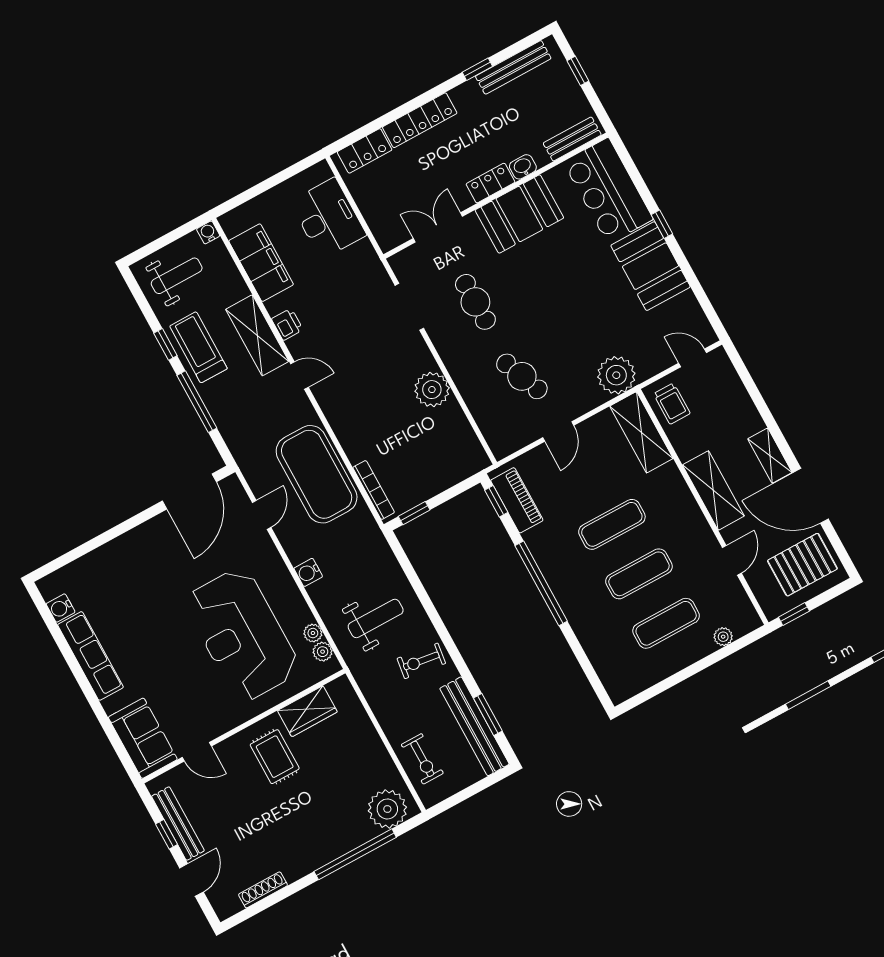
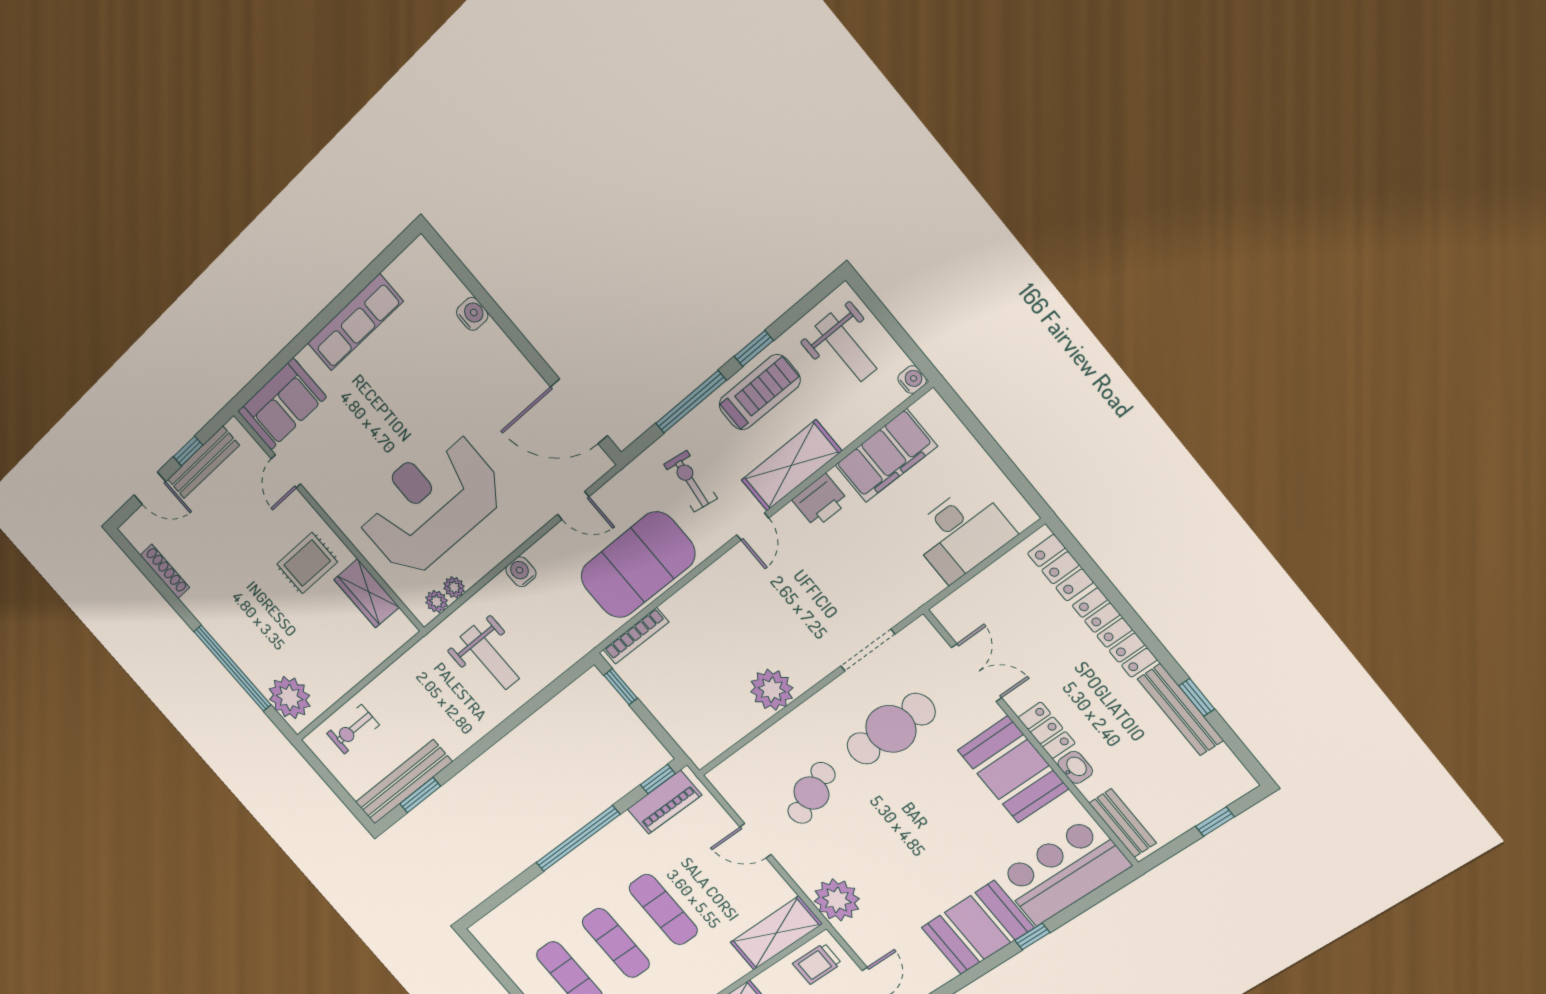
bench: (513, 67) -> (1180, 710), moved
cafe table: (475, 302) -> (891, 729), width x1.37, depth x1.35
printer: (287, 324) -> (820, 501), width x1.36, depth x1.24
water cooler: (61, 608) -> (472, 314), moved, turned 90
exercise bike: (421, 661) -> (690, 481), moved

